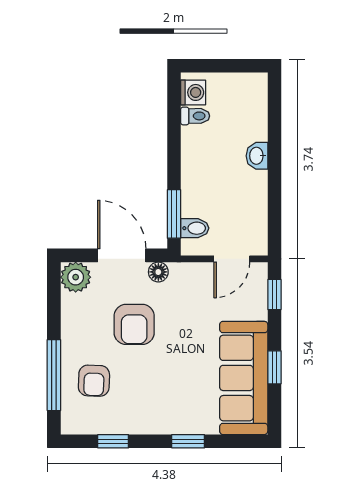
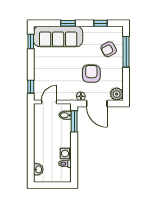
washing machine: (193, 92) -> (66, 154), moved
washbasin: (257, 156) -> (38, 169), moved
window: (274, 367) -> (31, 42), moved
sofa: (244, 378) -> (58, 36), moved, turned 90
armchair: (94, 381) -> (109, 49), turned -120

